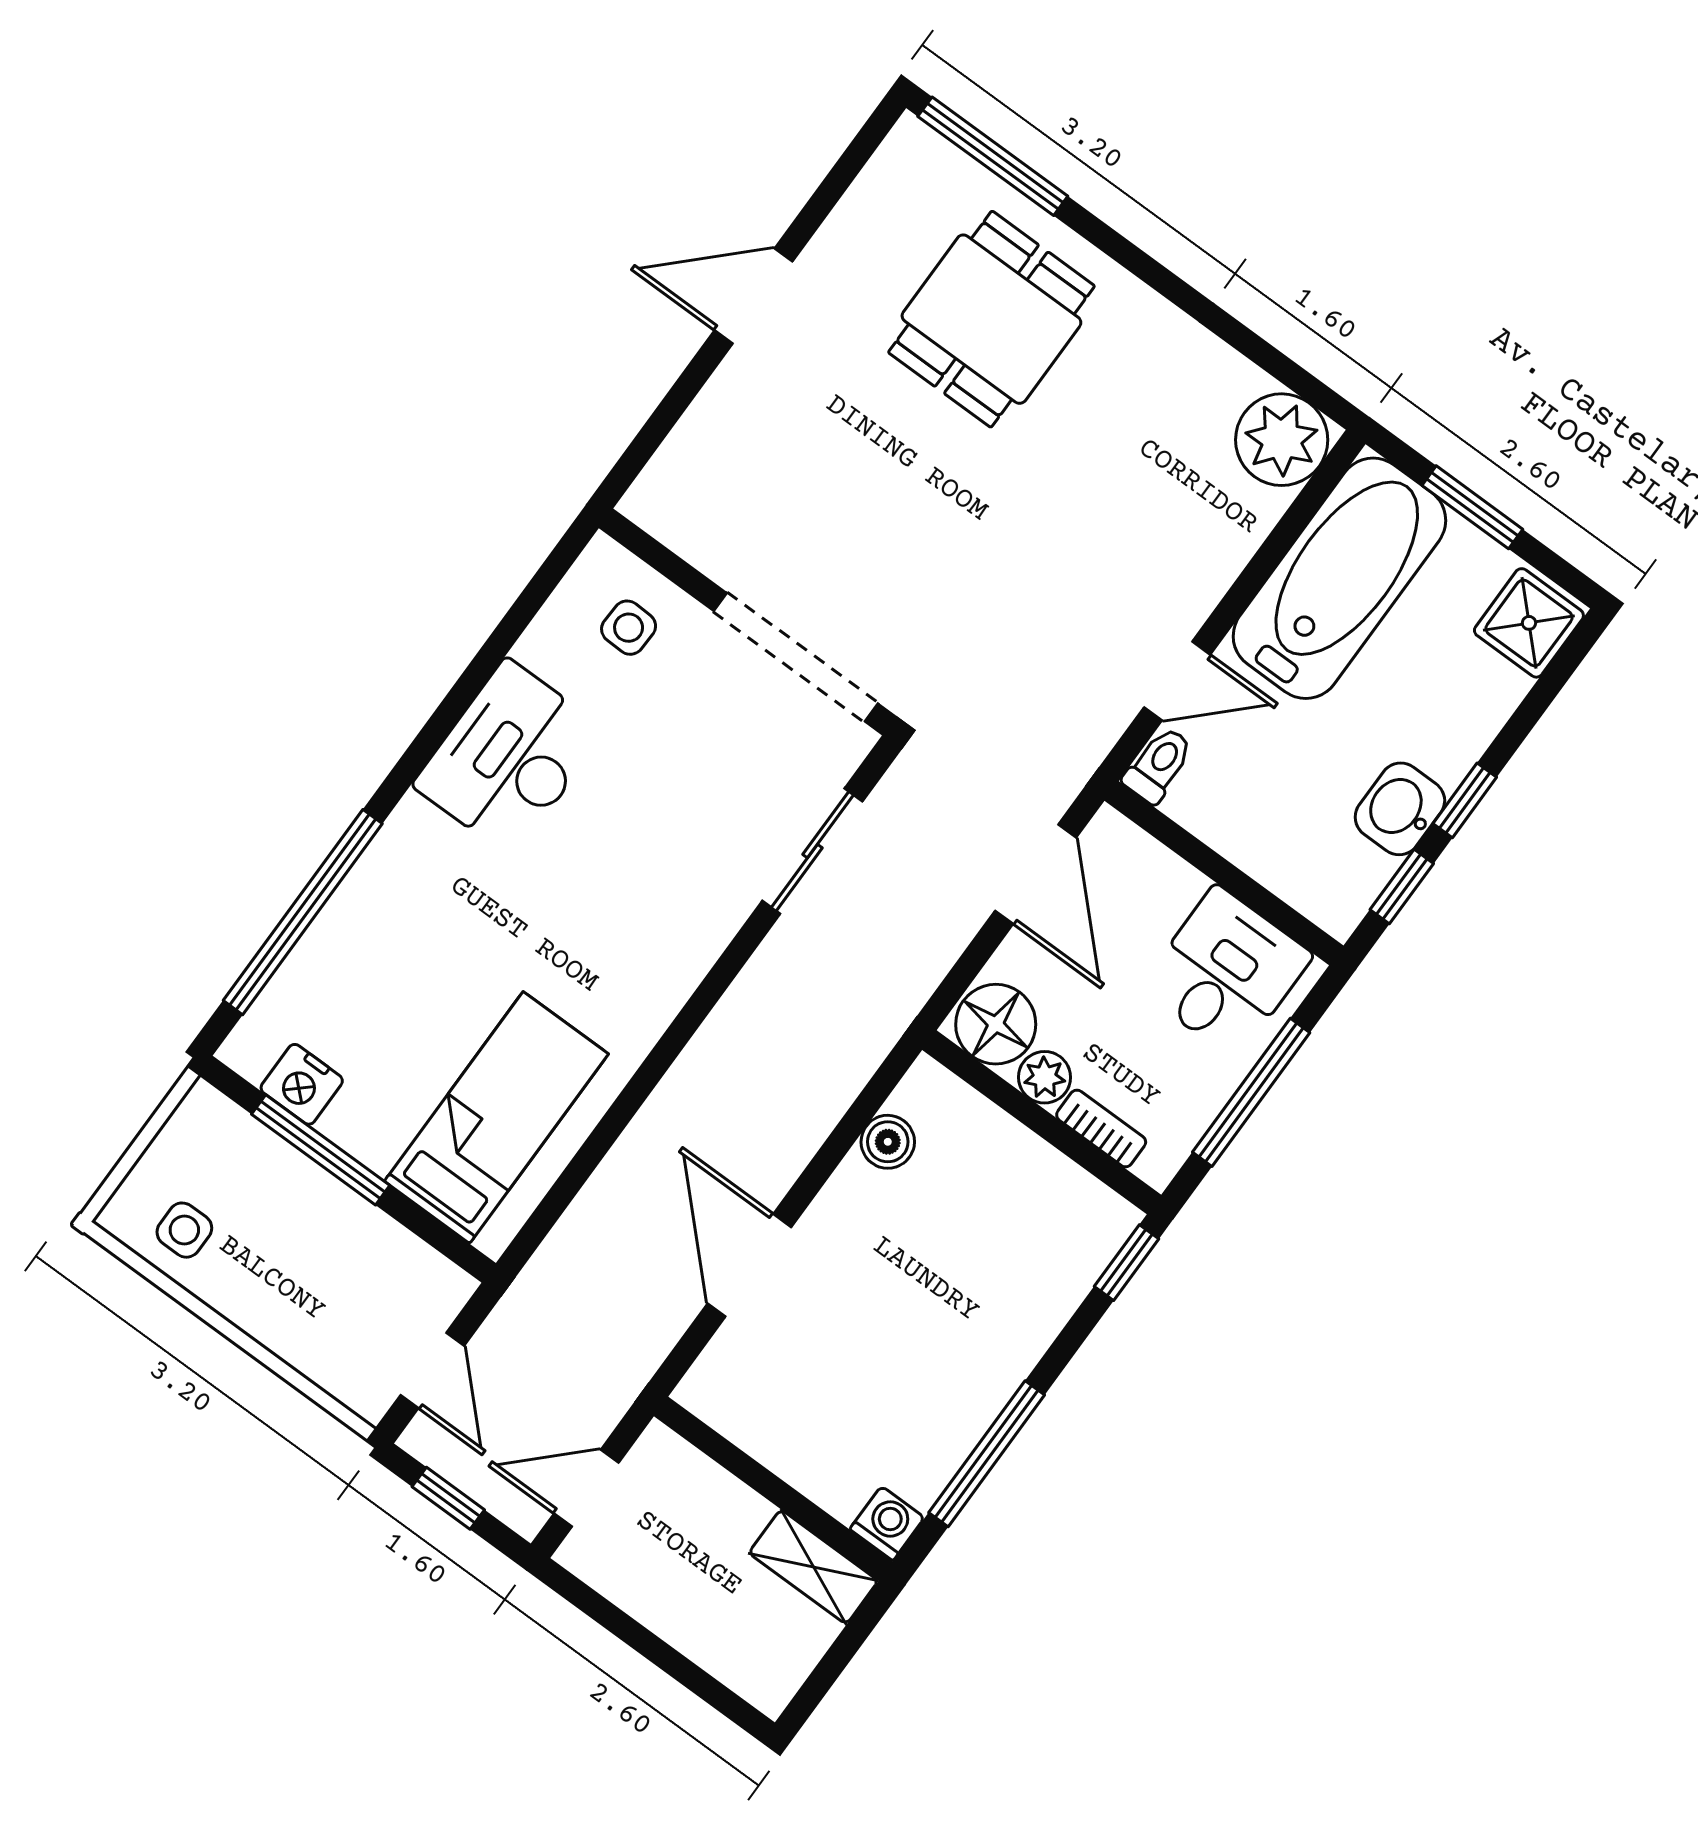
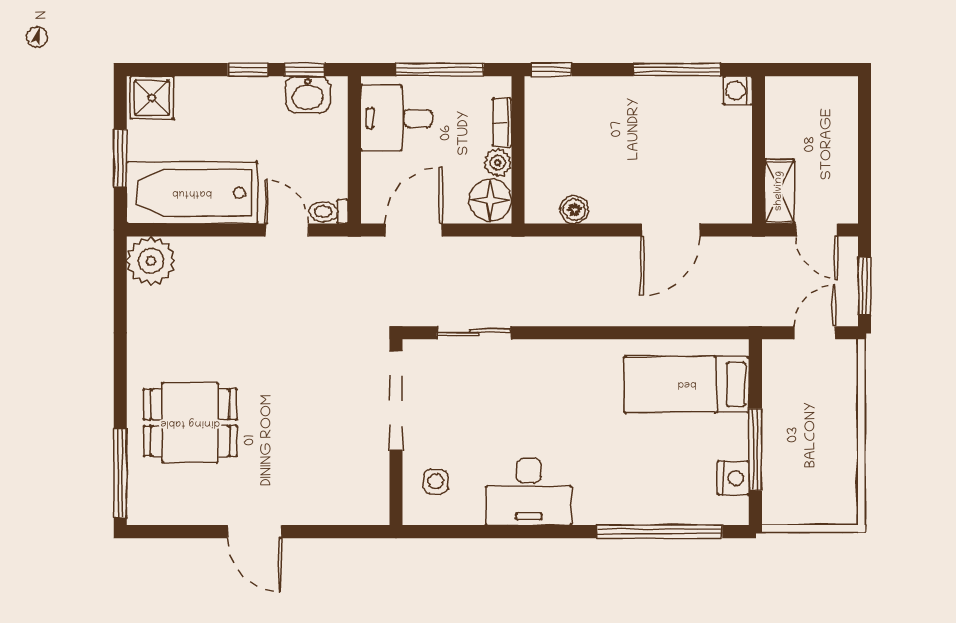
washbasin: (1400, 809) -> (308, 95), moved
side table: (184, 1230) -> (832, 483), removed
window: (448, 1498) -> (864, 286), width x1.50
shelving: (813, 1567) -> (779, 191), moved

